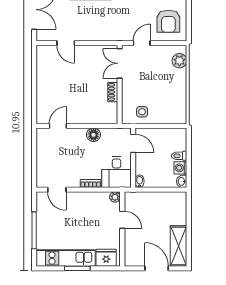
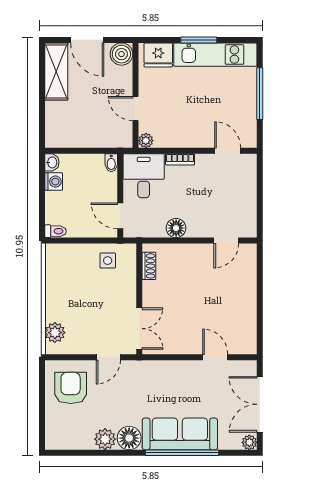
shoe rack: (113, 92) -> (149, 266), moved
toilet: (179, 156) -> (55, 231), moved
boiler: (132, 258) -> (121, 54), added

